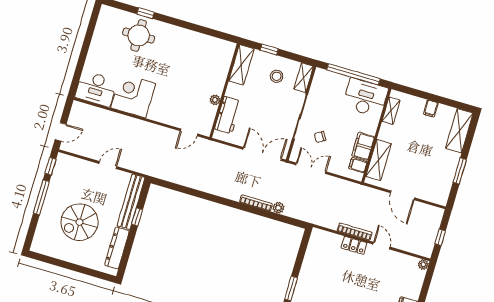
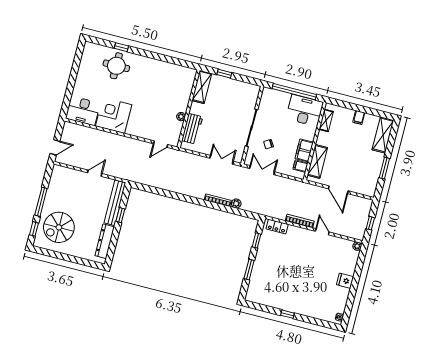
stool: (277, 76) -> (231, 95), removed
shelving: (304, 78) -> (253, 96), removed
double door: (262, 154) -> (221, 160), width x0.73
window: (50, 166) -> (34, 229), moved
spiral stairs: (80, 222) -> (59, 227), moved
locker: (354, 245) -> (277, 227), moved
window: (301, 253) -> (257, 240), added

